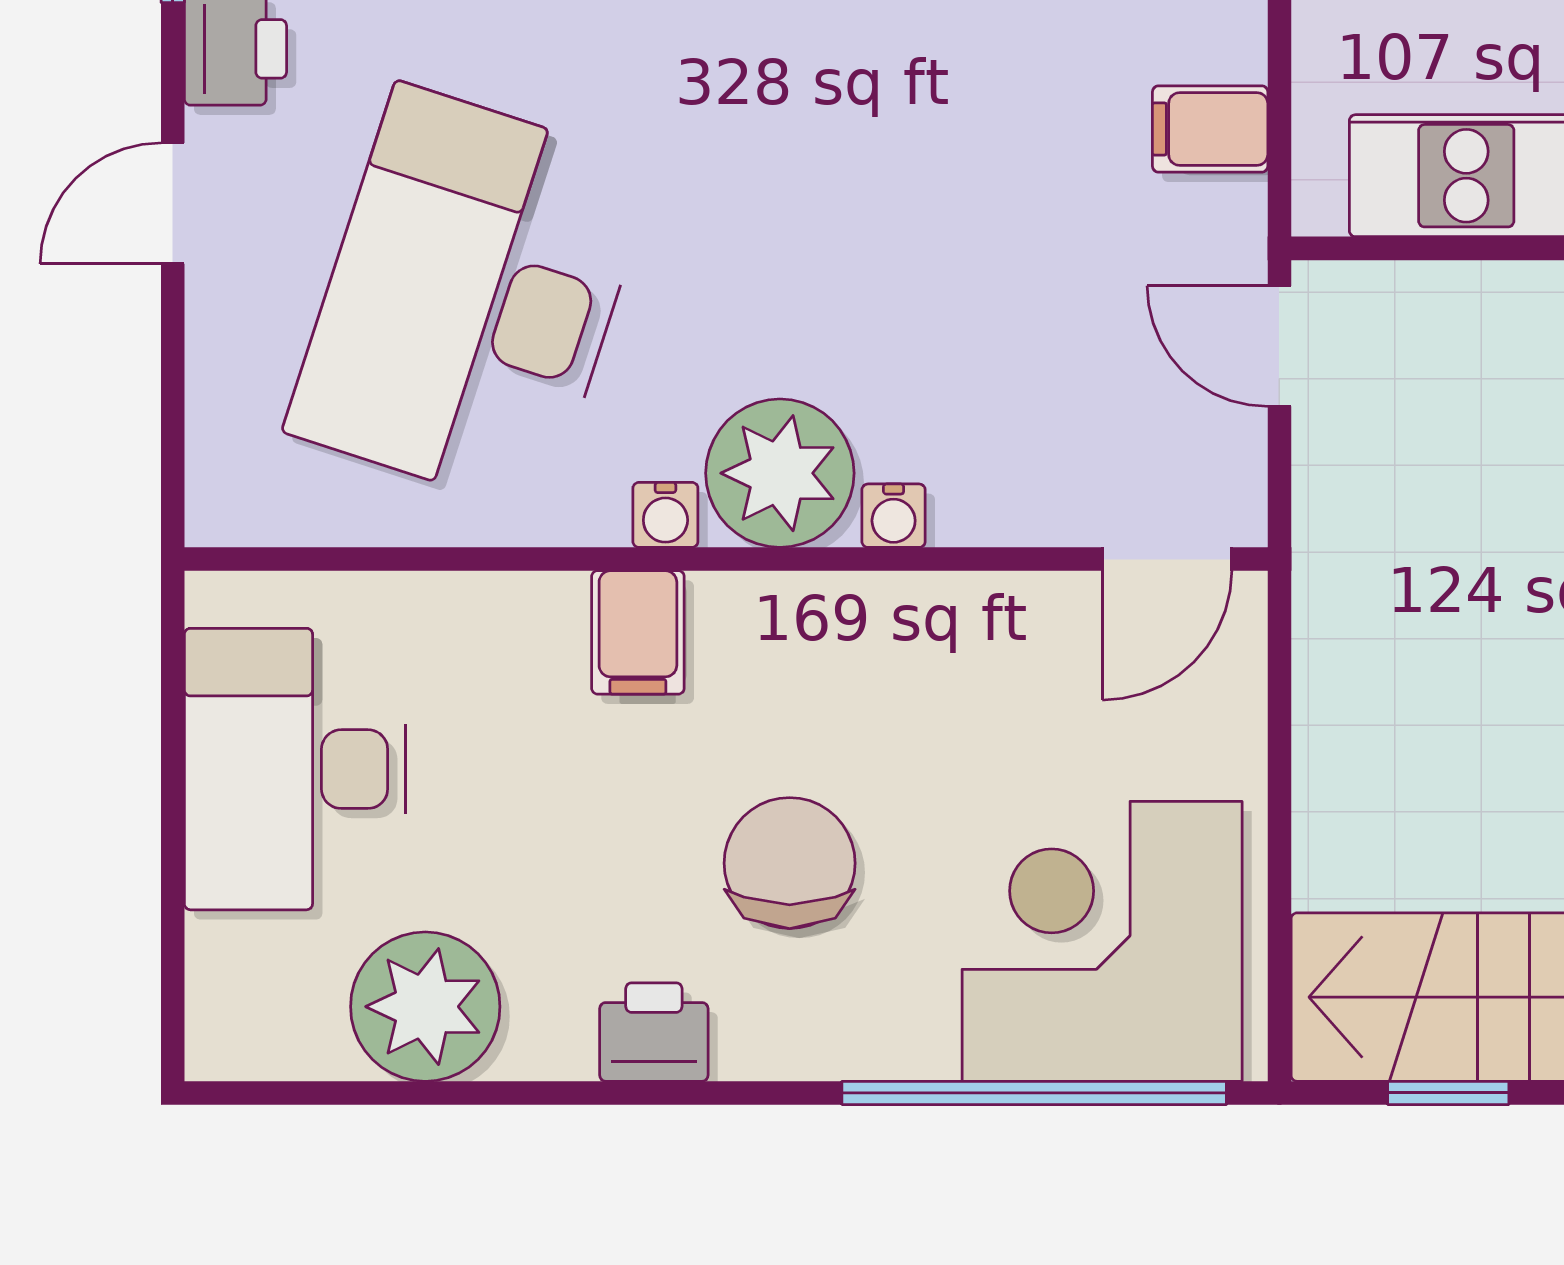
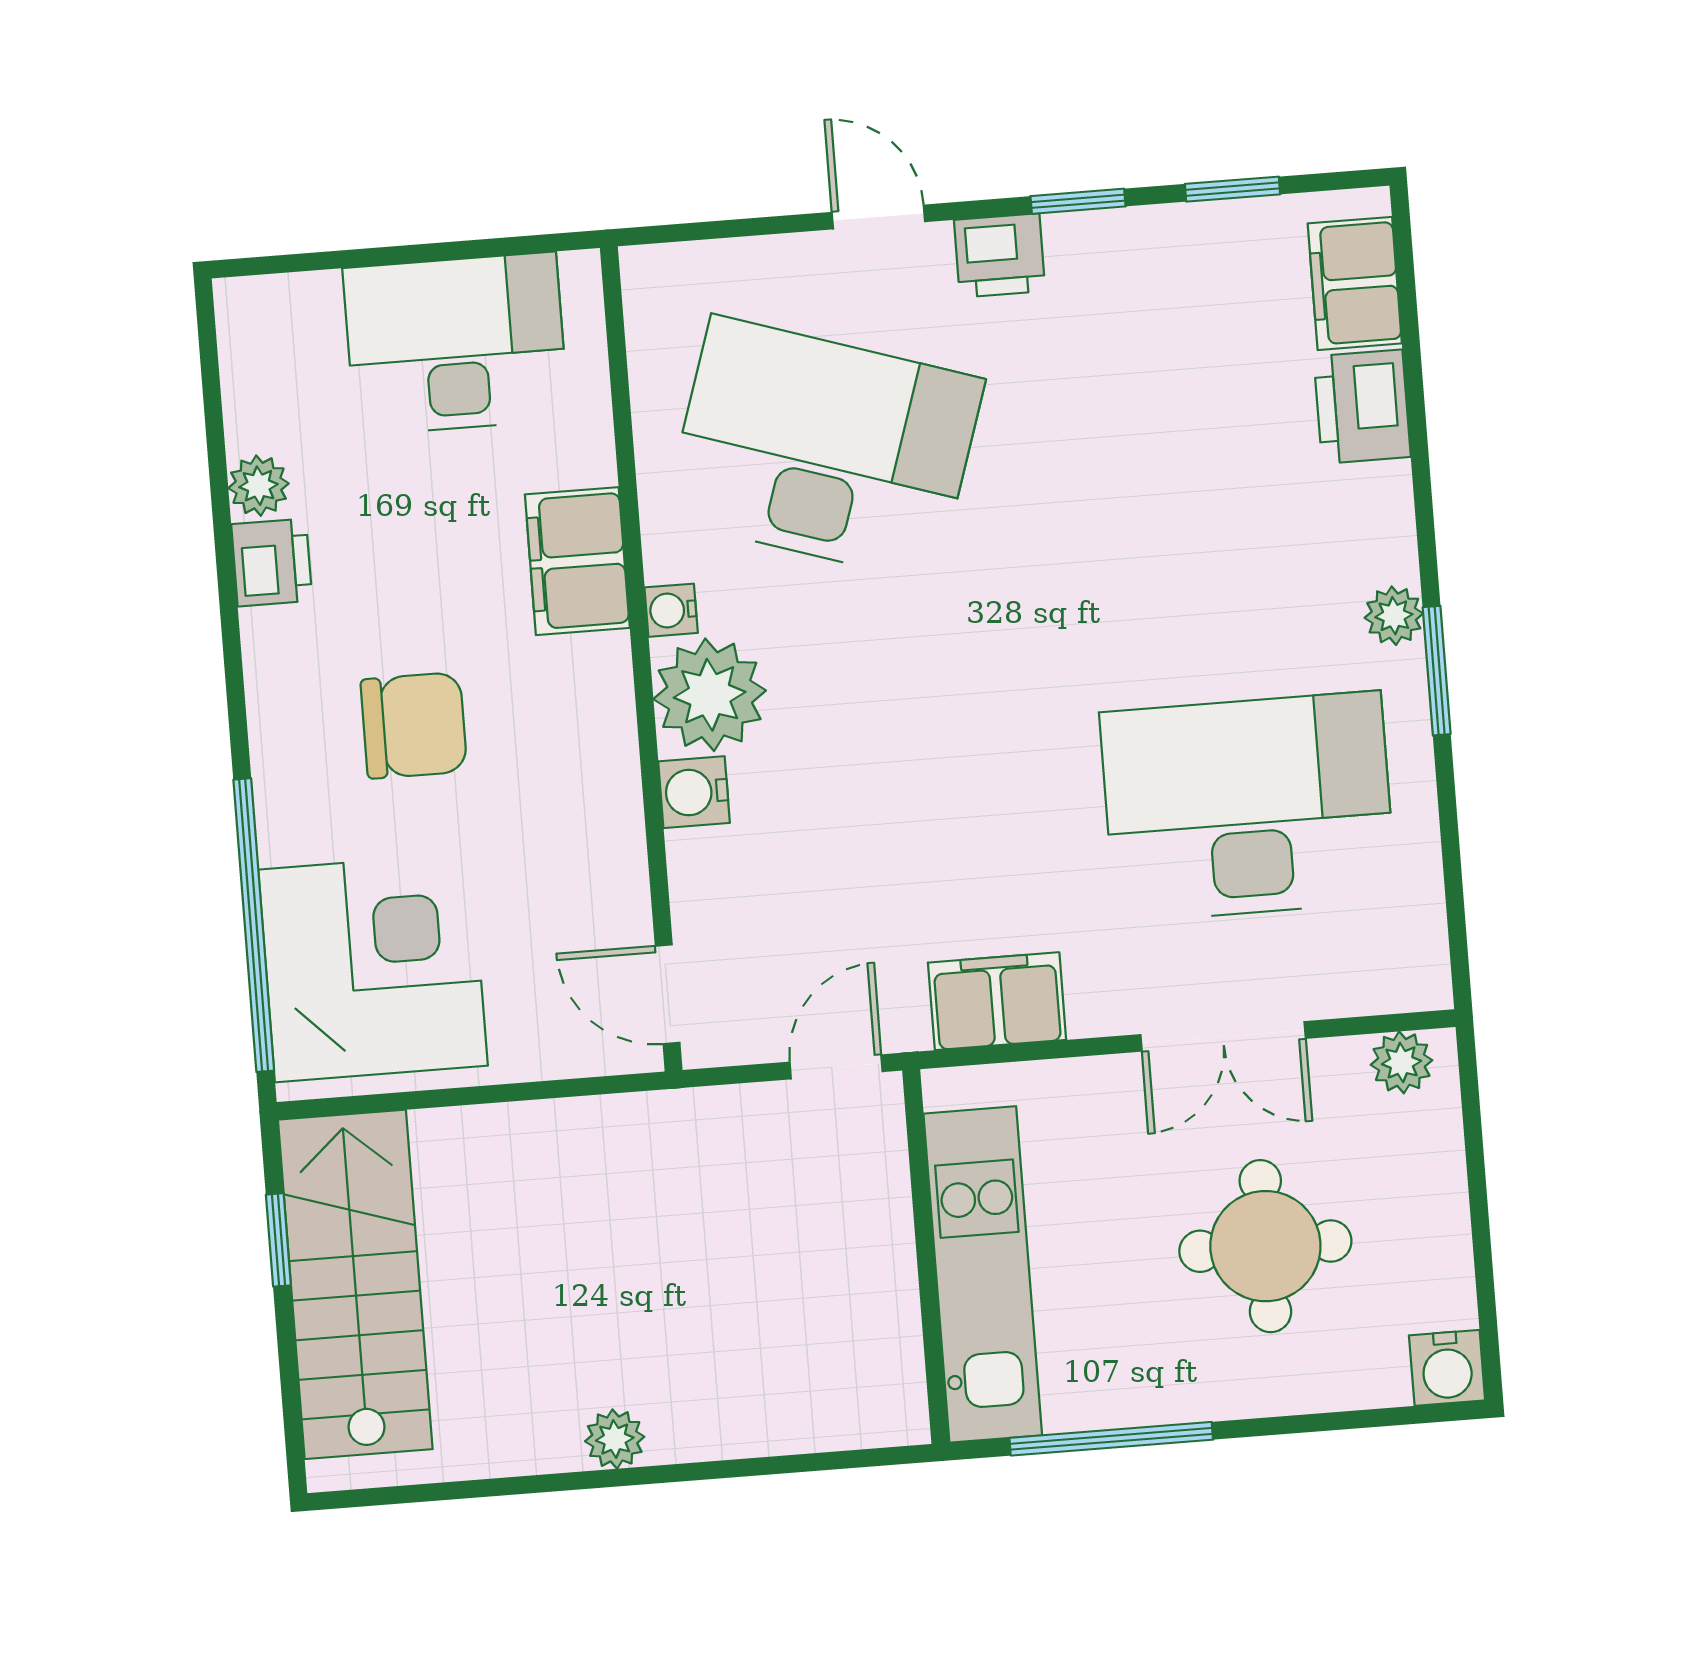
filing cabinet: (1210, 129) -> (997, 1001), width x2.00
water cooler: (894, 516) -> (694, 792), width x1.38, depth x1.38
filing cabinet: (638, 632) -> (577, 561), width x2.00
plant: (425, 1007) -> (258, 486), width x0.53, depth x0.53
printer: (654, 1032) -> (272, 562), moved

